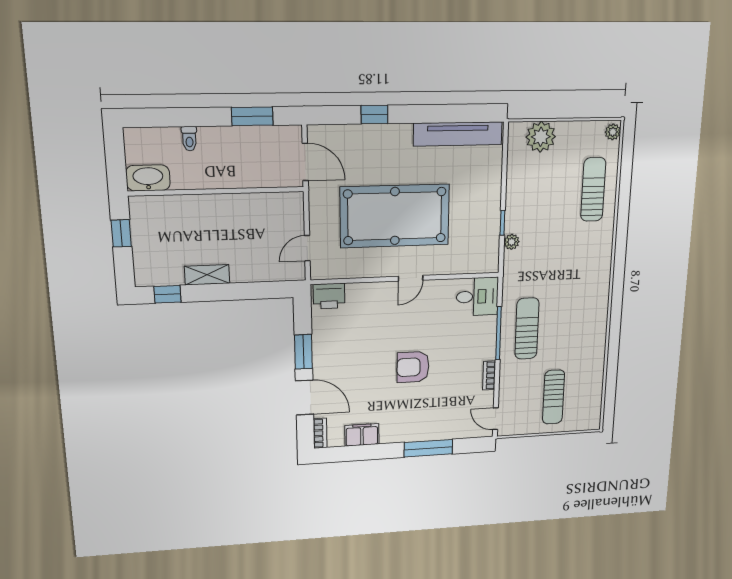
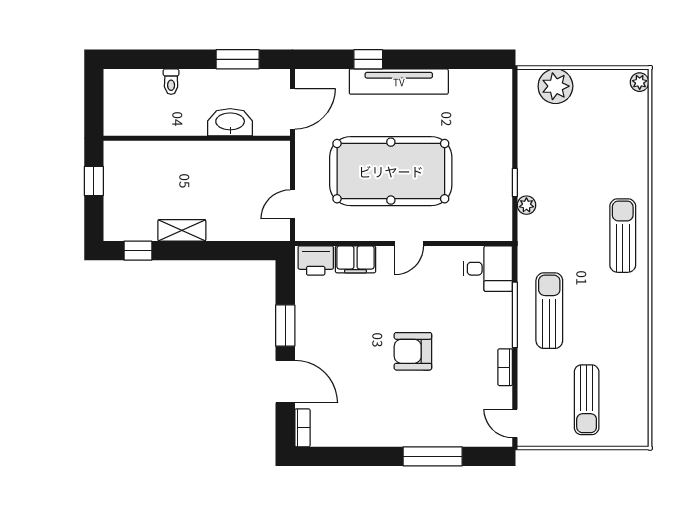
tv unit: (458, 134) -> (399, 82), moved
door: (305, 162) -> (292, 109), hinge flipped
washbasin: (148, 178) -> (230, 122), moved
sun lounger: (593, 189) -> (623, 236), moved
filing cabinet: (362, 435) -> (356, 259), moved, turned 180

